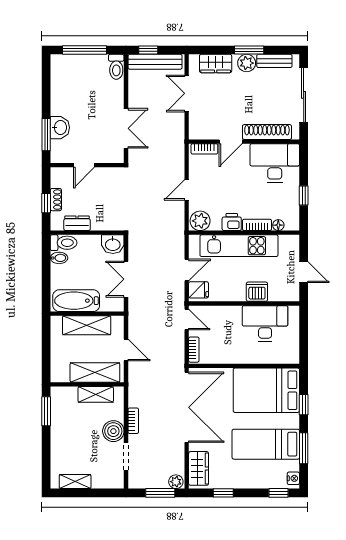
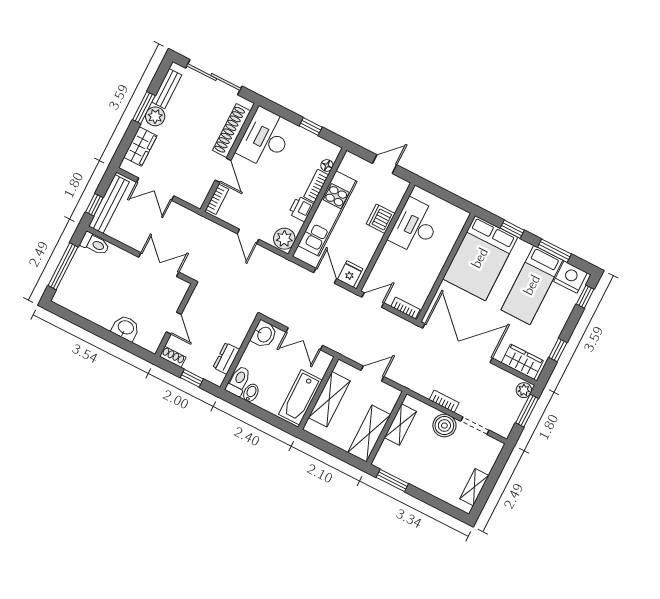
window: (46, 135) -> (126, 345), removed
shoe rack: (56, 200) -> (173, 357), moved
shelving: (95, 373) -> (369, 434), moved
nightstand: (293, 478) -> (570, 277), width x1.89, depth x1.79

